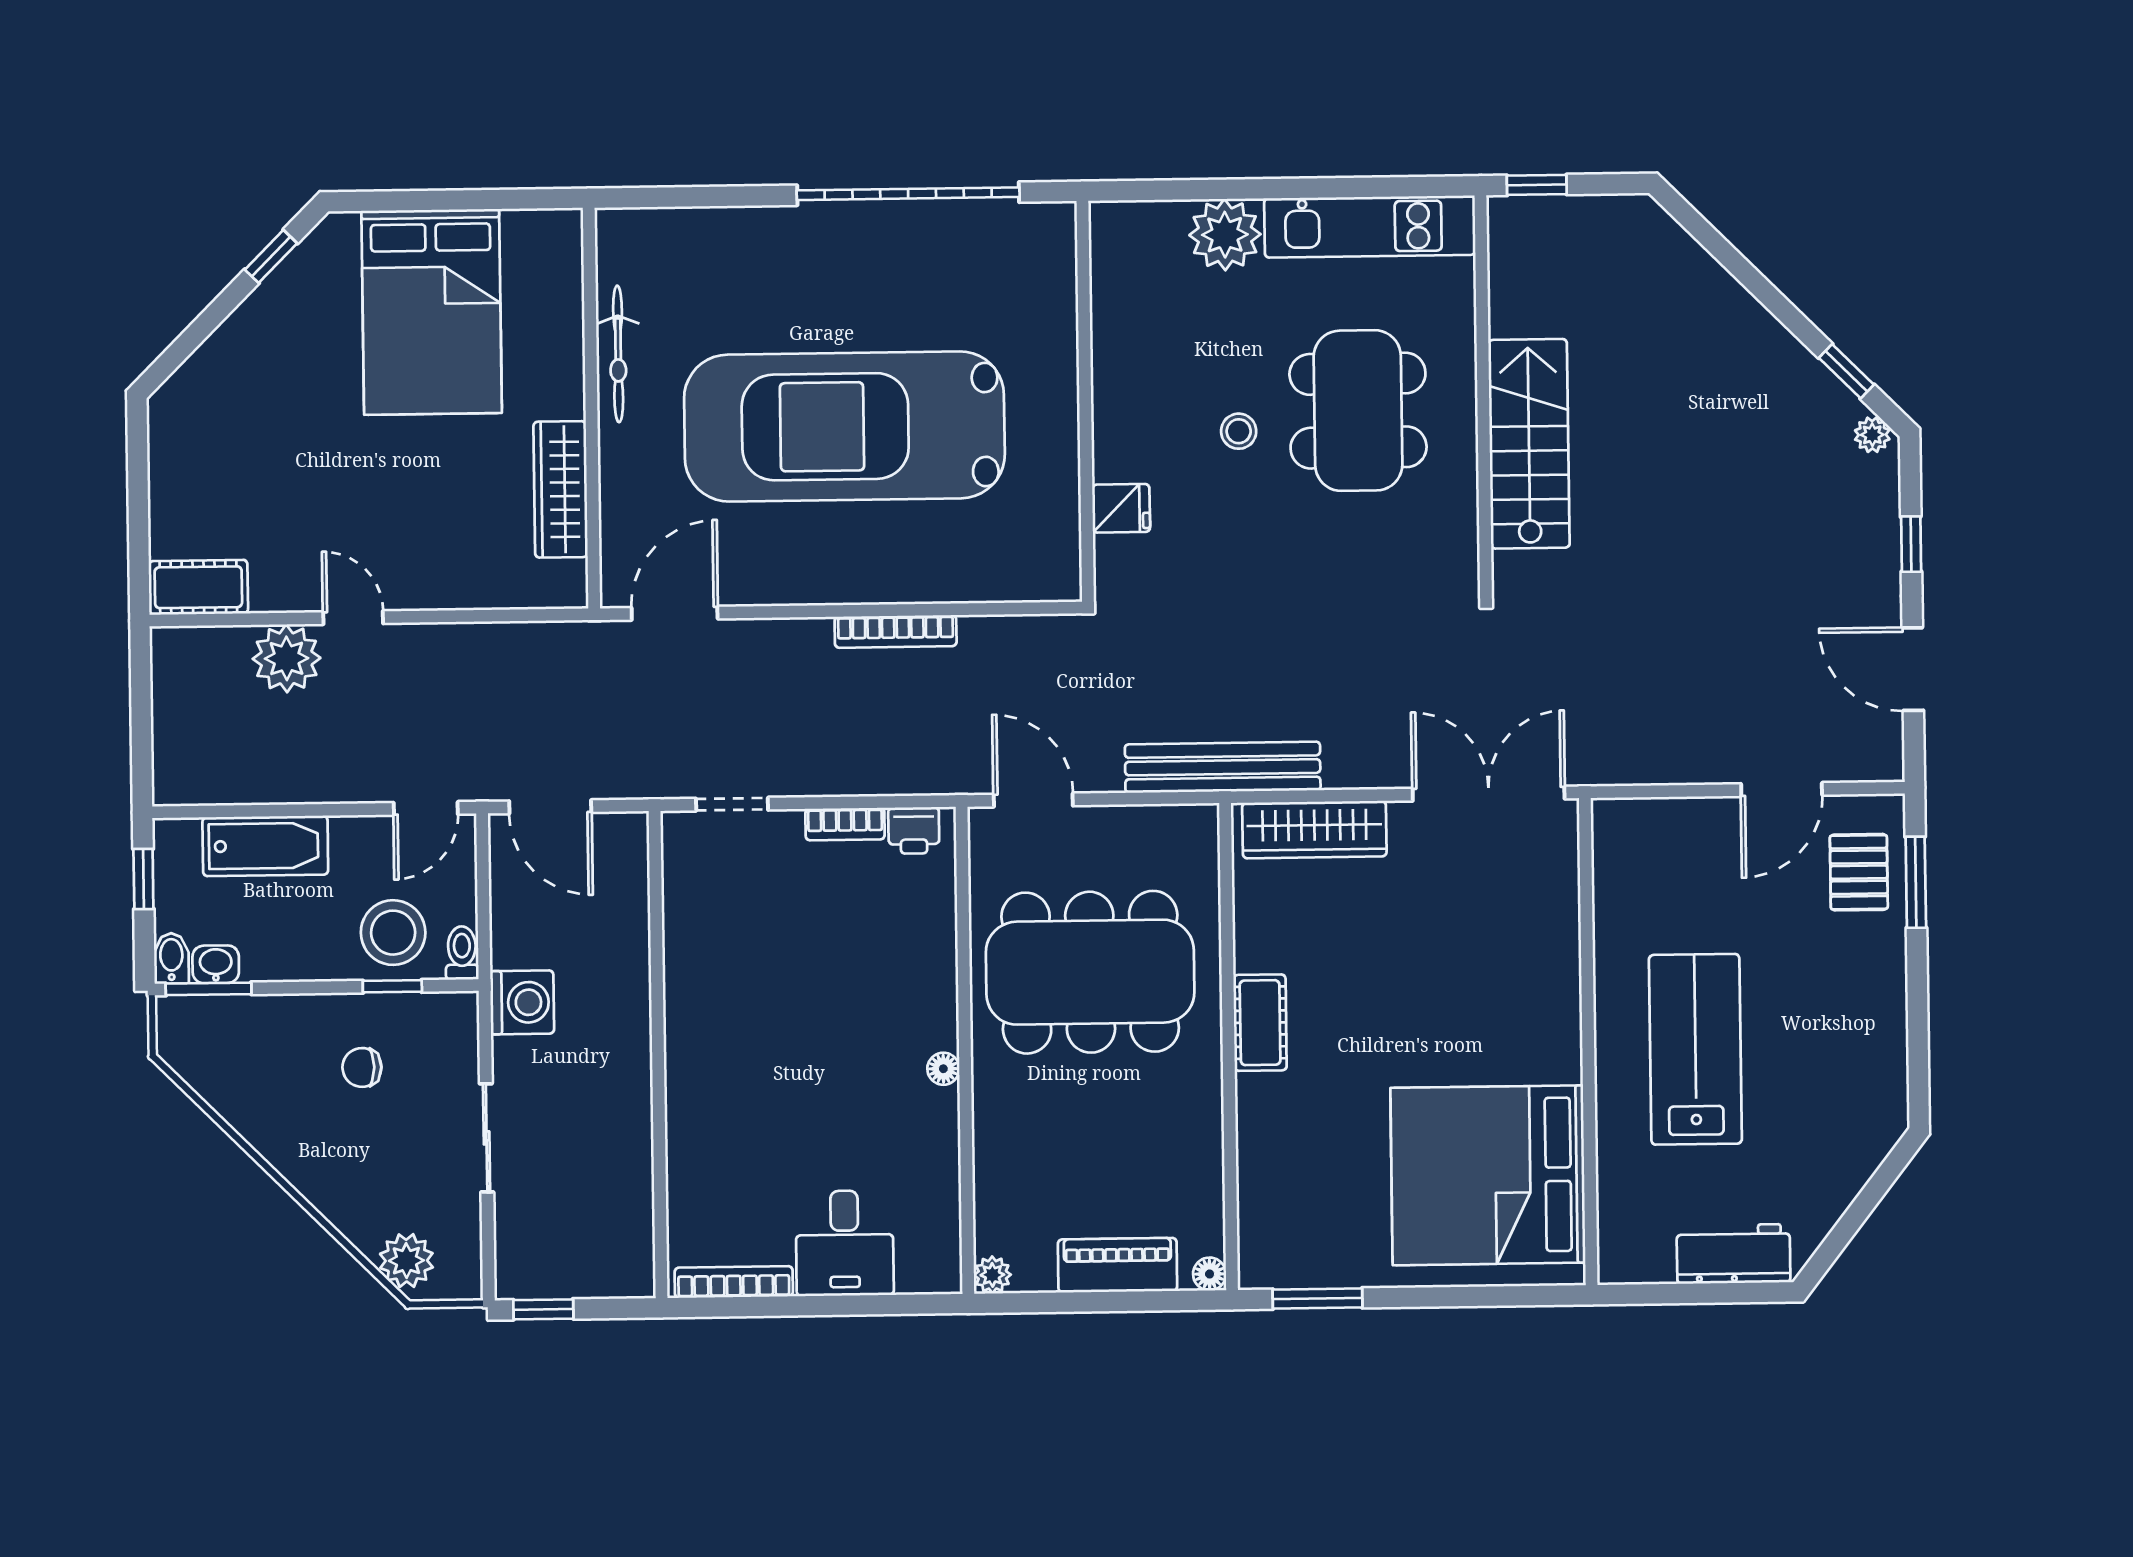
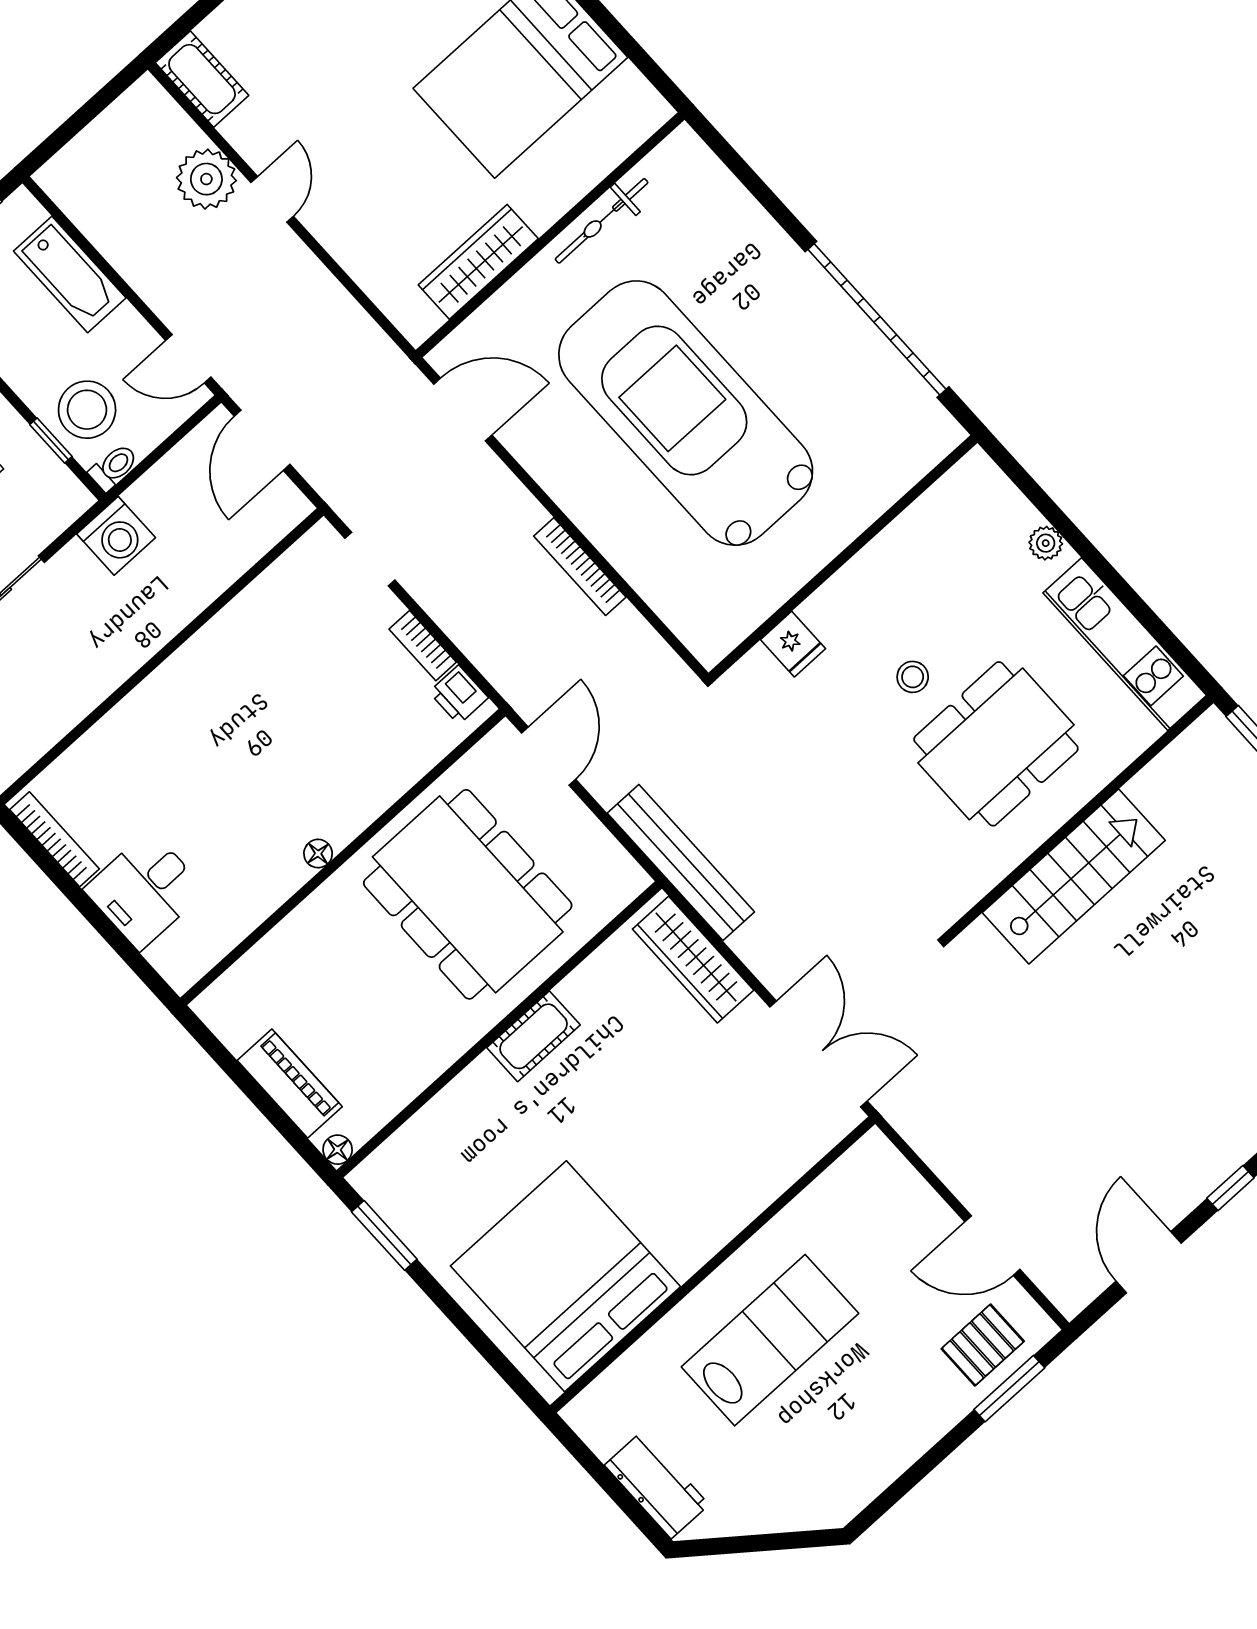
plant: (1225, 235) -> (1046, 543), width x0.53, depth x0.53
plant: (992, 1275) -> (210, 1006), removed

